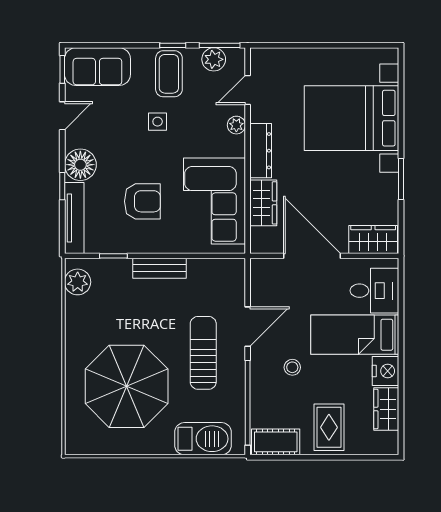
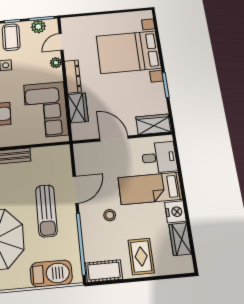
door: (312, 256) -> (114, 139), width x0.73
sun lounger: (203, 353) -> (46, 211), turned 180

